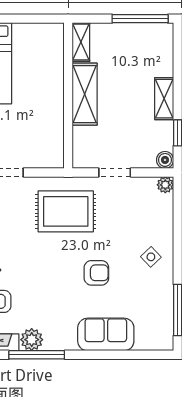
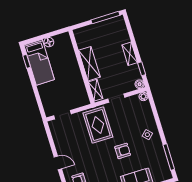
floor lamp: (22, 32) -> (49, 42), added
shelving: (81, 42) -> (96, 90), moved
rug: (66, 211) -> (98, 125), turned 90

